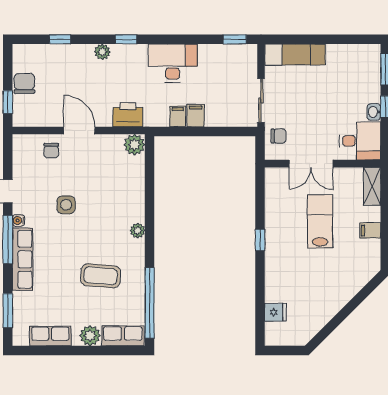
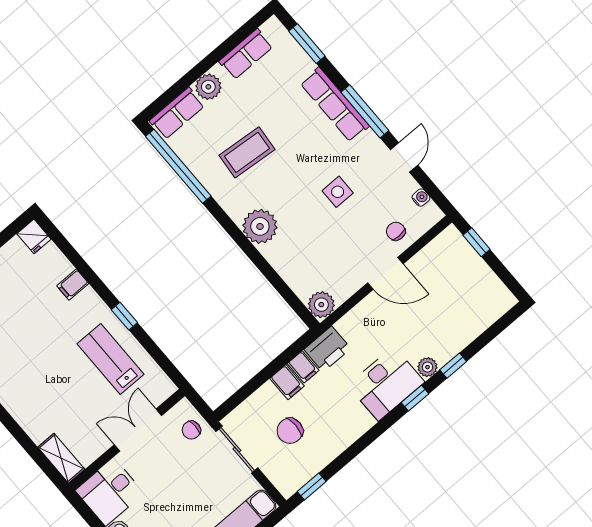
window: (60, 39) -> (453, 366), moved
desk: (173, 63) -> (386, 384), moved
chair: (24, 83) -> (290, 431), moved, turned 90
printer: (128, 115) -> (327, 349), moved
water cooler: (18, 220) -> (421, 198), moved
lab bench: (320, 221) -> (111, 359), moved, turned 180
filing cabinet: (370, 230) -> (73, 285), moved, turned 180
plant: (138, 231) -> (260, 226), width x1.88, depth x1.88
fridge: (275, 312) -> (34, 236), moved, turned -90

